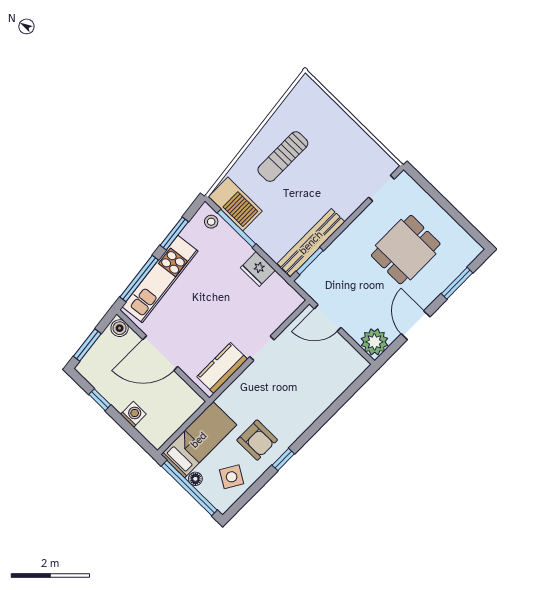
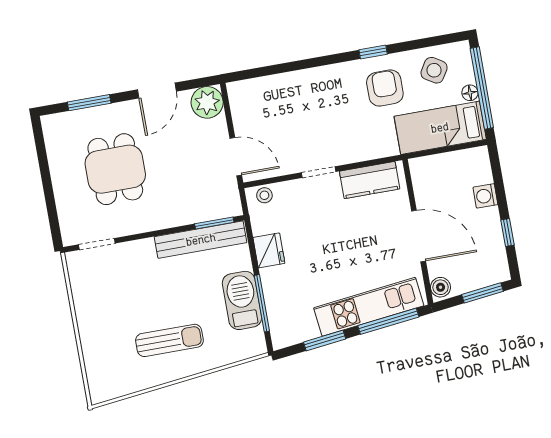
barbecue: (235, 204) -> (242, 300), moved
stool: (211, 222) -> (264, 195), moved
dining table: (406, 250) -> (115, 169), turned 90

